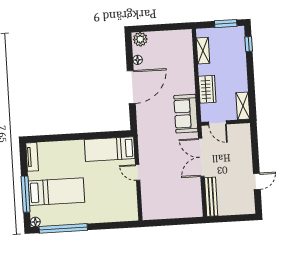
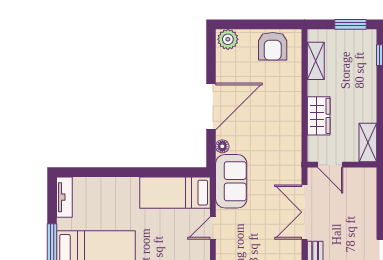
armchair: (172, 42) -> (273, 46), added
floor lamp: (138, 60) -> (222, 146), moved
sofa: (186, 114) -> (231, 181), moved, turned 180
door: (138, 172) -> (213, 228), hinge flipped

